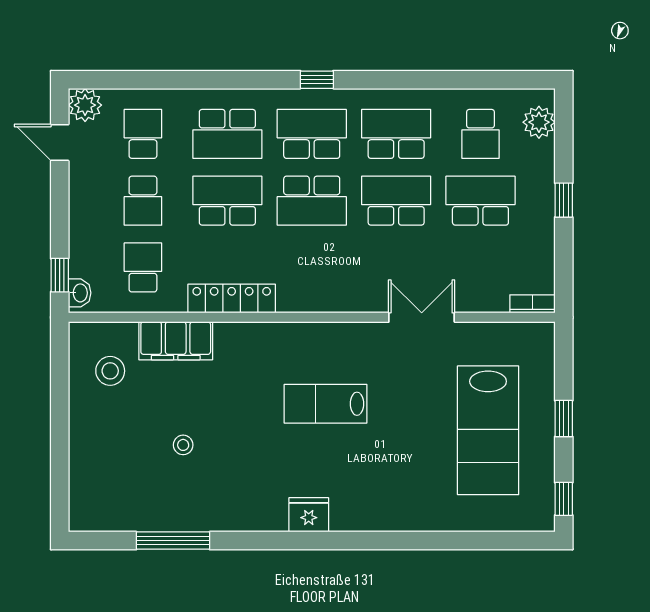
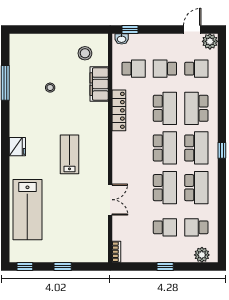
school desk: (312, 201) -> (165, 148), turned 180
school desk: (480, 201) -> (165, 227), width x0.54
lab bench: (488, 430) -> (27, 210), moved, turned -90

